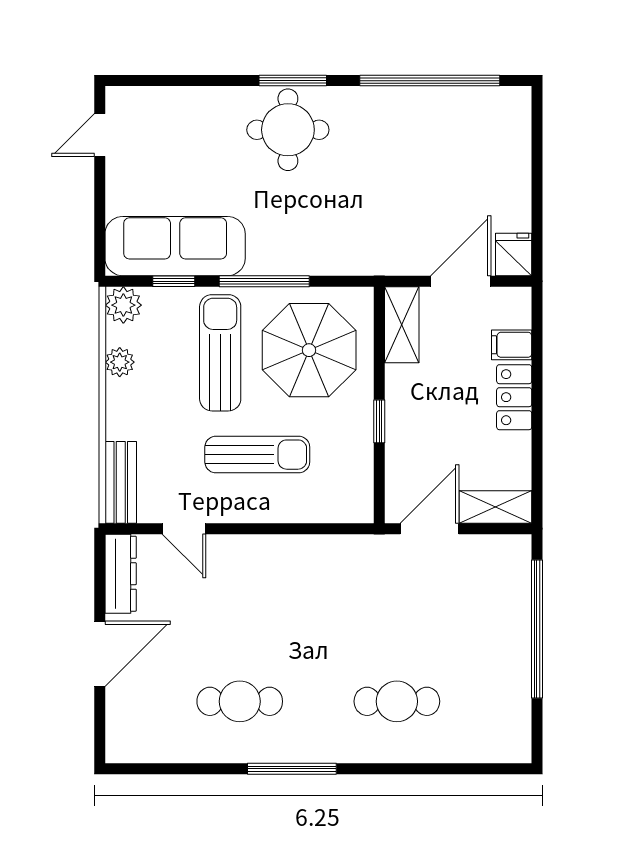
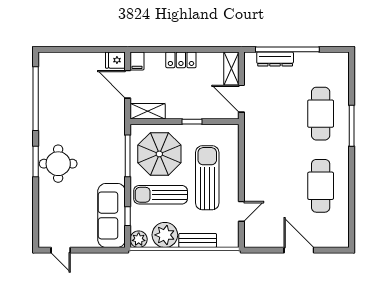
window: (264, 281) -> (128, 156), moved
filing cabinet: (512, 345) -> (137, 61), moved
plant: (120, 362) -> (165, 235), width x1.88, depth x1.88
sun lounger: (257, 455) -> (207, 178), width x1.36, depth x1.34
bench: (121, 482) -> (198, 240), moved
dresser: (121, 574) -> (275, 59), moved, turned 180
cafe table: (240, 701) -> (321, 186), width x1.37, depth x1.35
cafe table: (397, 701) -> (321, 114), width x1.37, depth x1.35
window: (292, 769) -> (352, 126), moved

